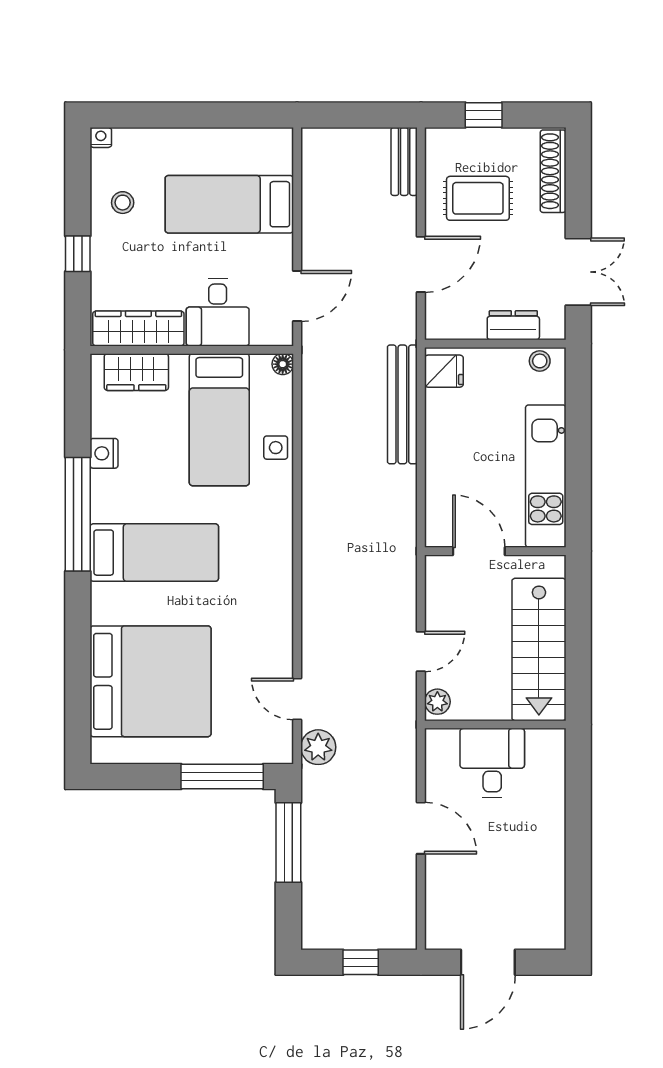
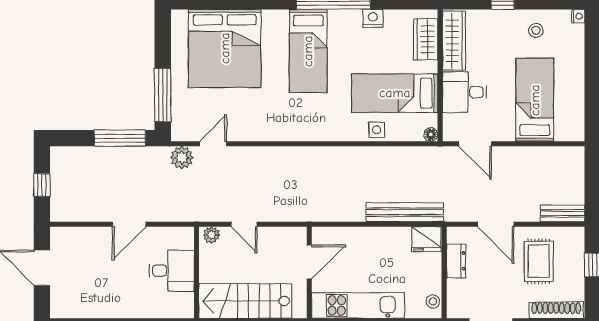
dresser: (513, 325) -> (456, 261), moved
fridge: (444, 371) -> (426, 239), width x1.38

